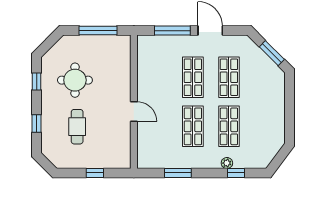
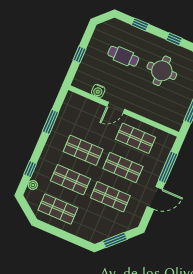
shop shelf: (157, 77) -> (136, 138), added
shop shelf: (265, 126) -> (58, 209), added
water cooler: (124, 137) -> (98, 91), added
plant: (227, 163) -> (33, 185), moved

